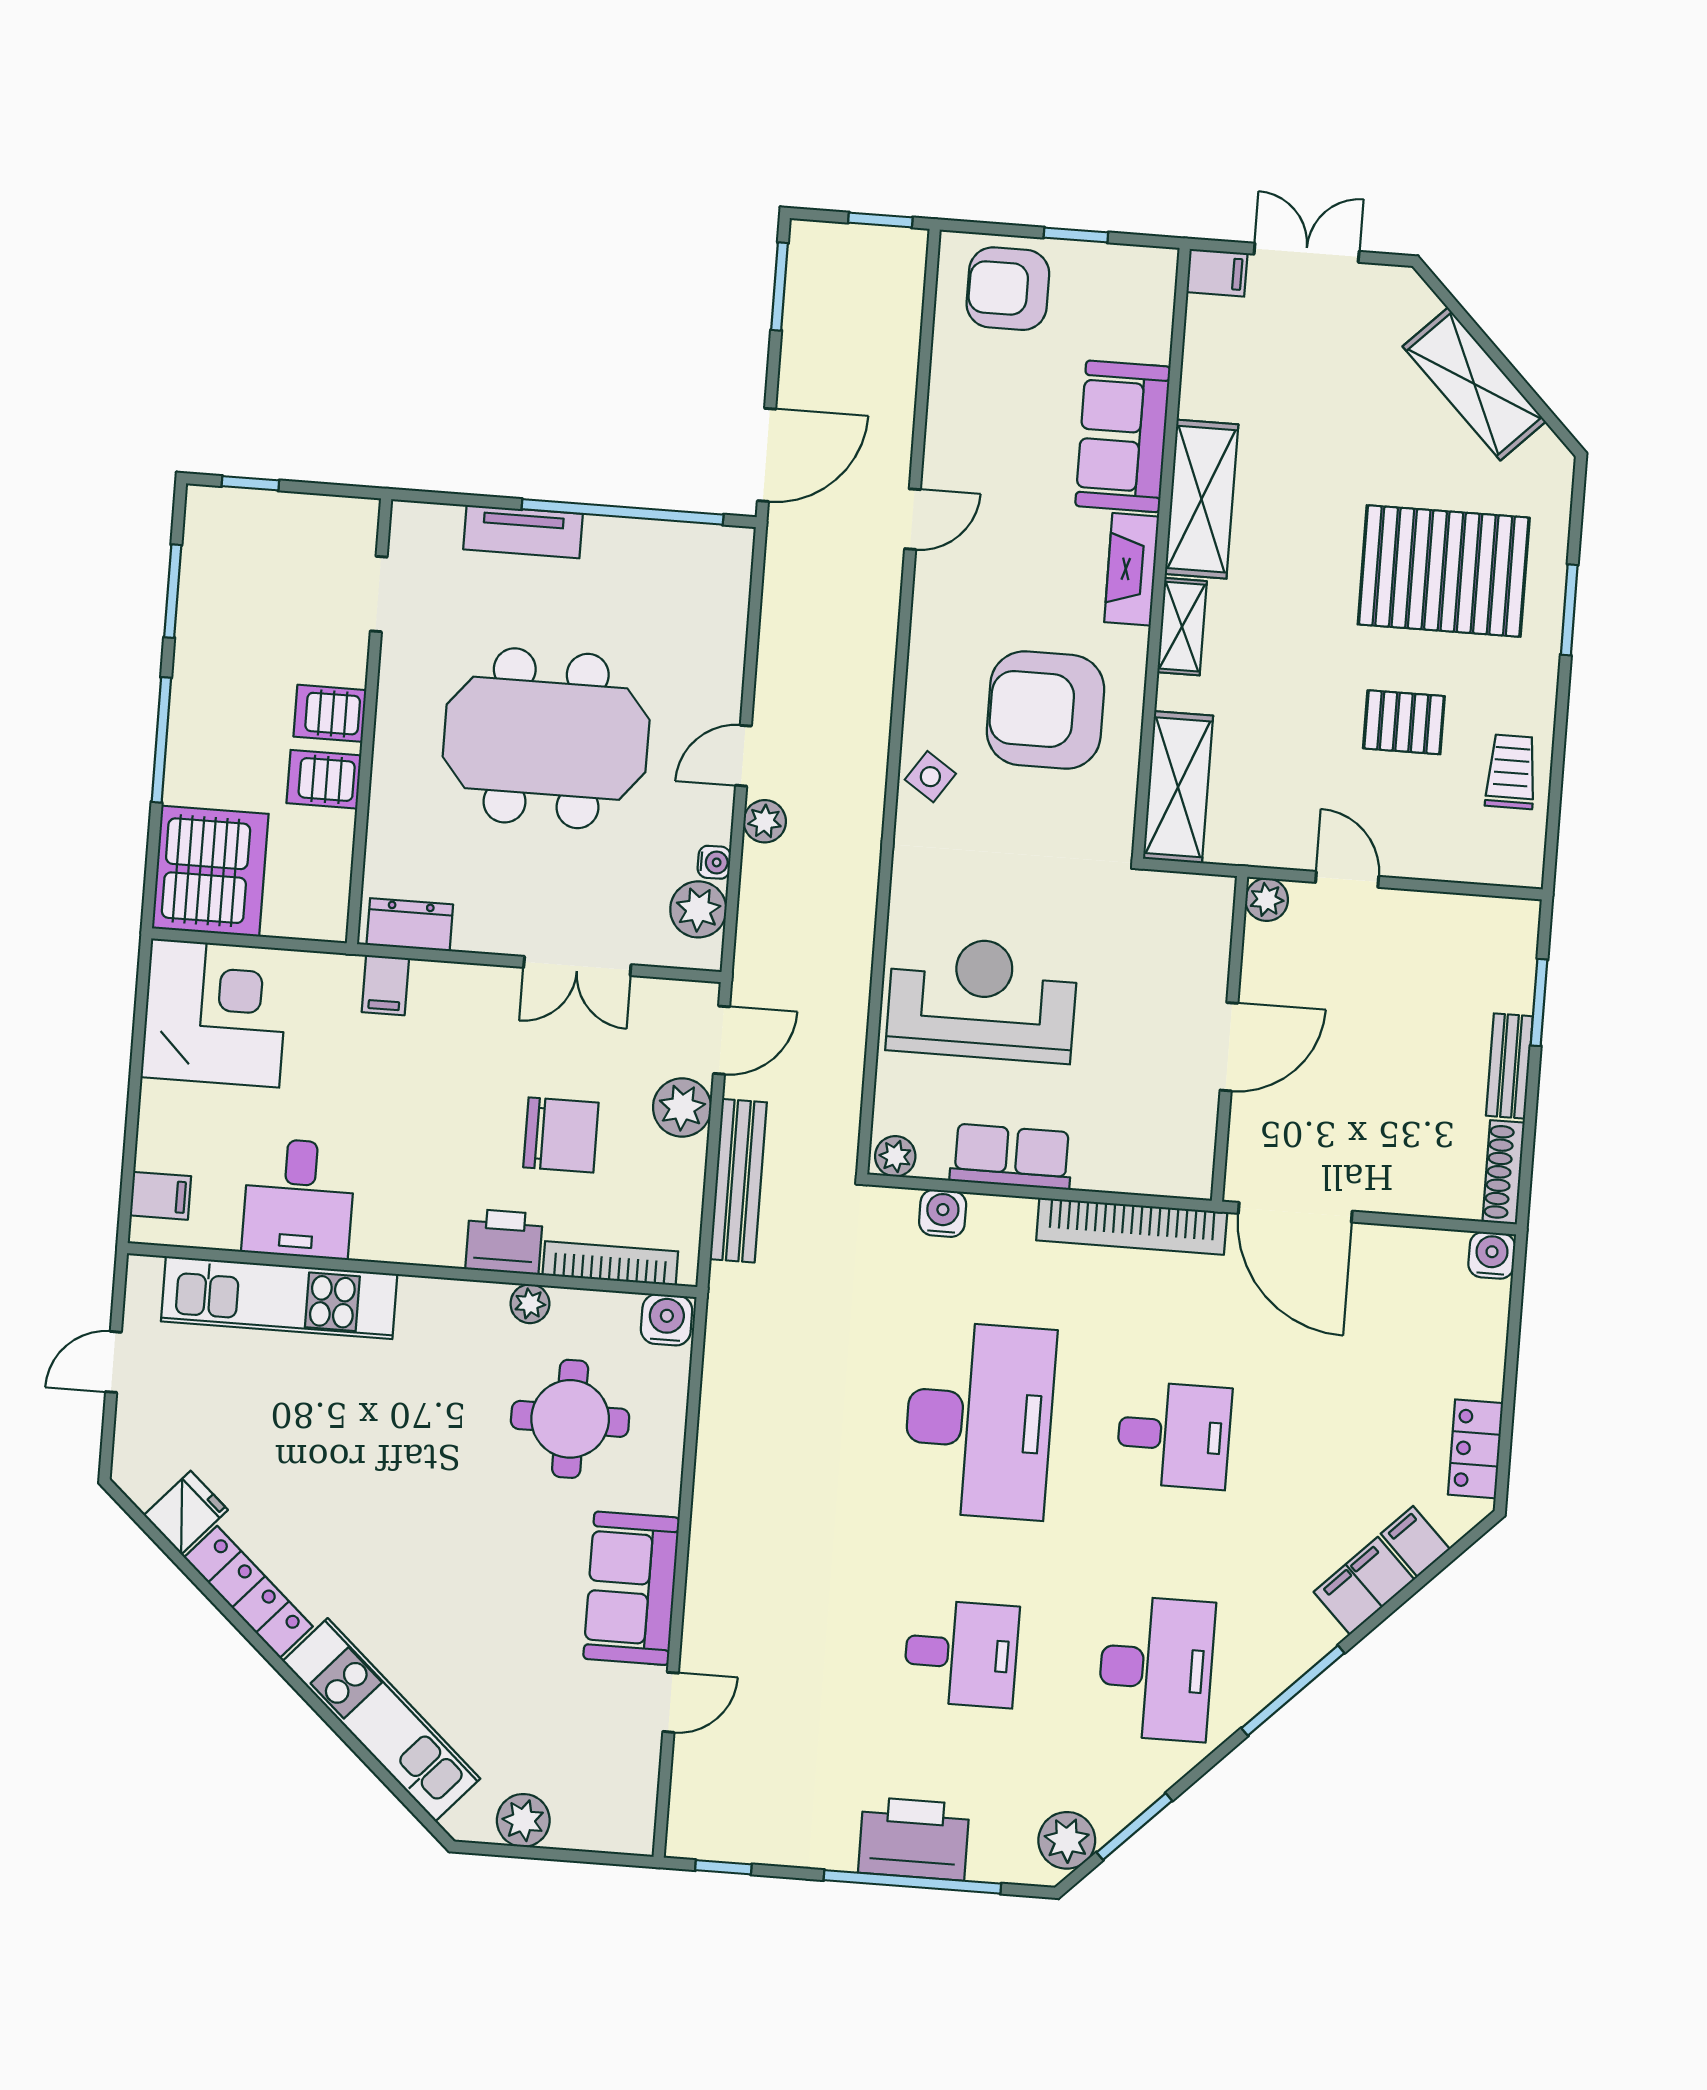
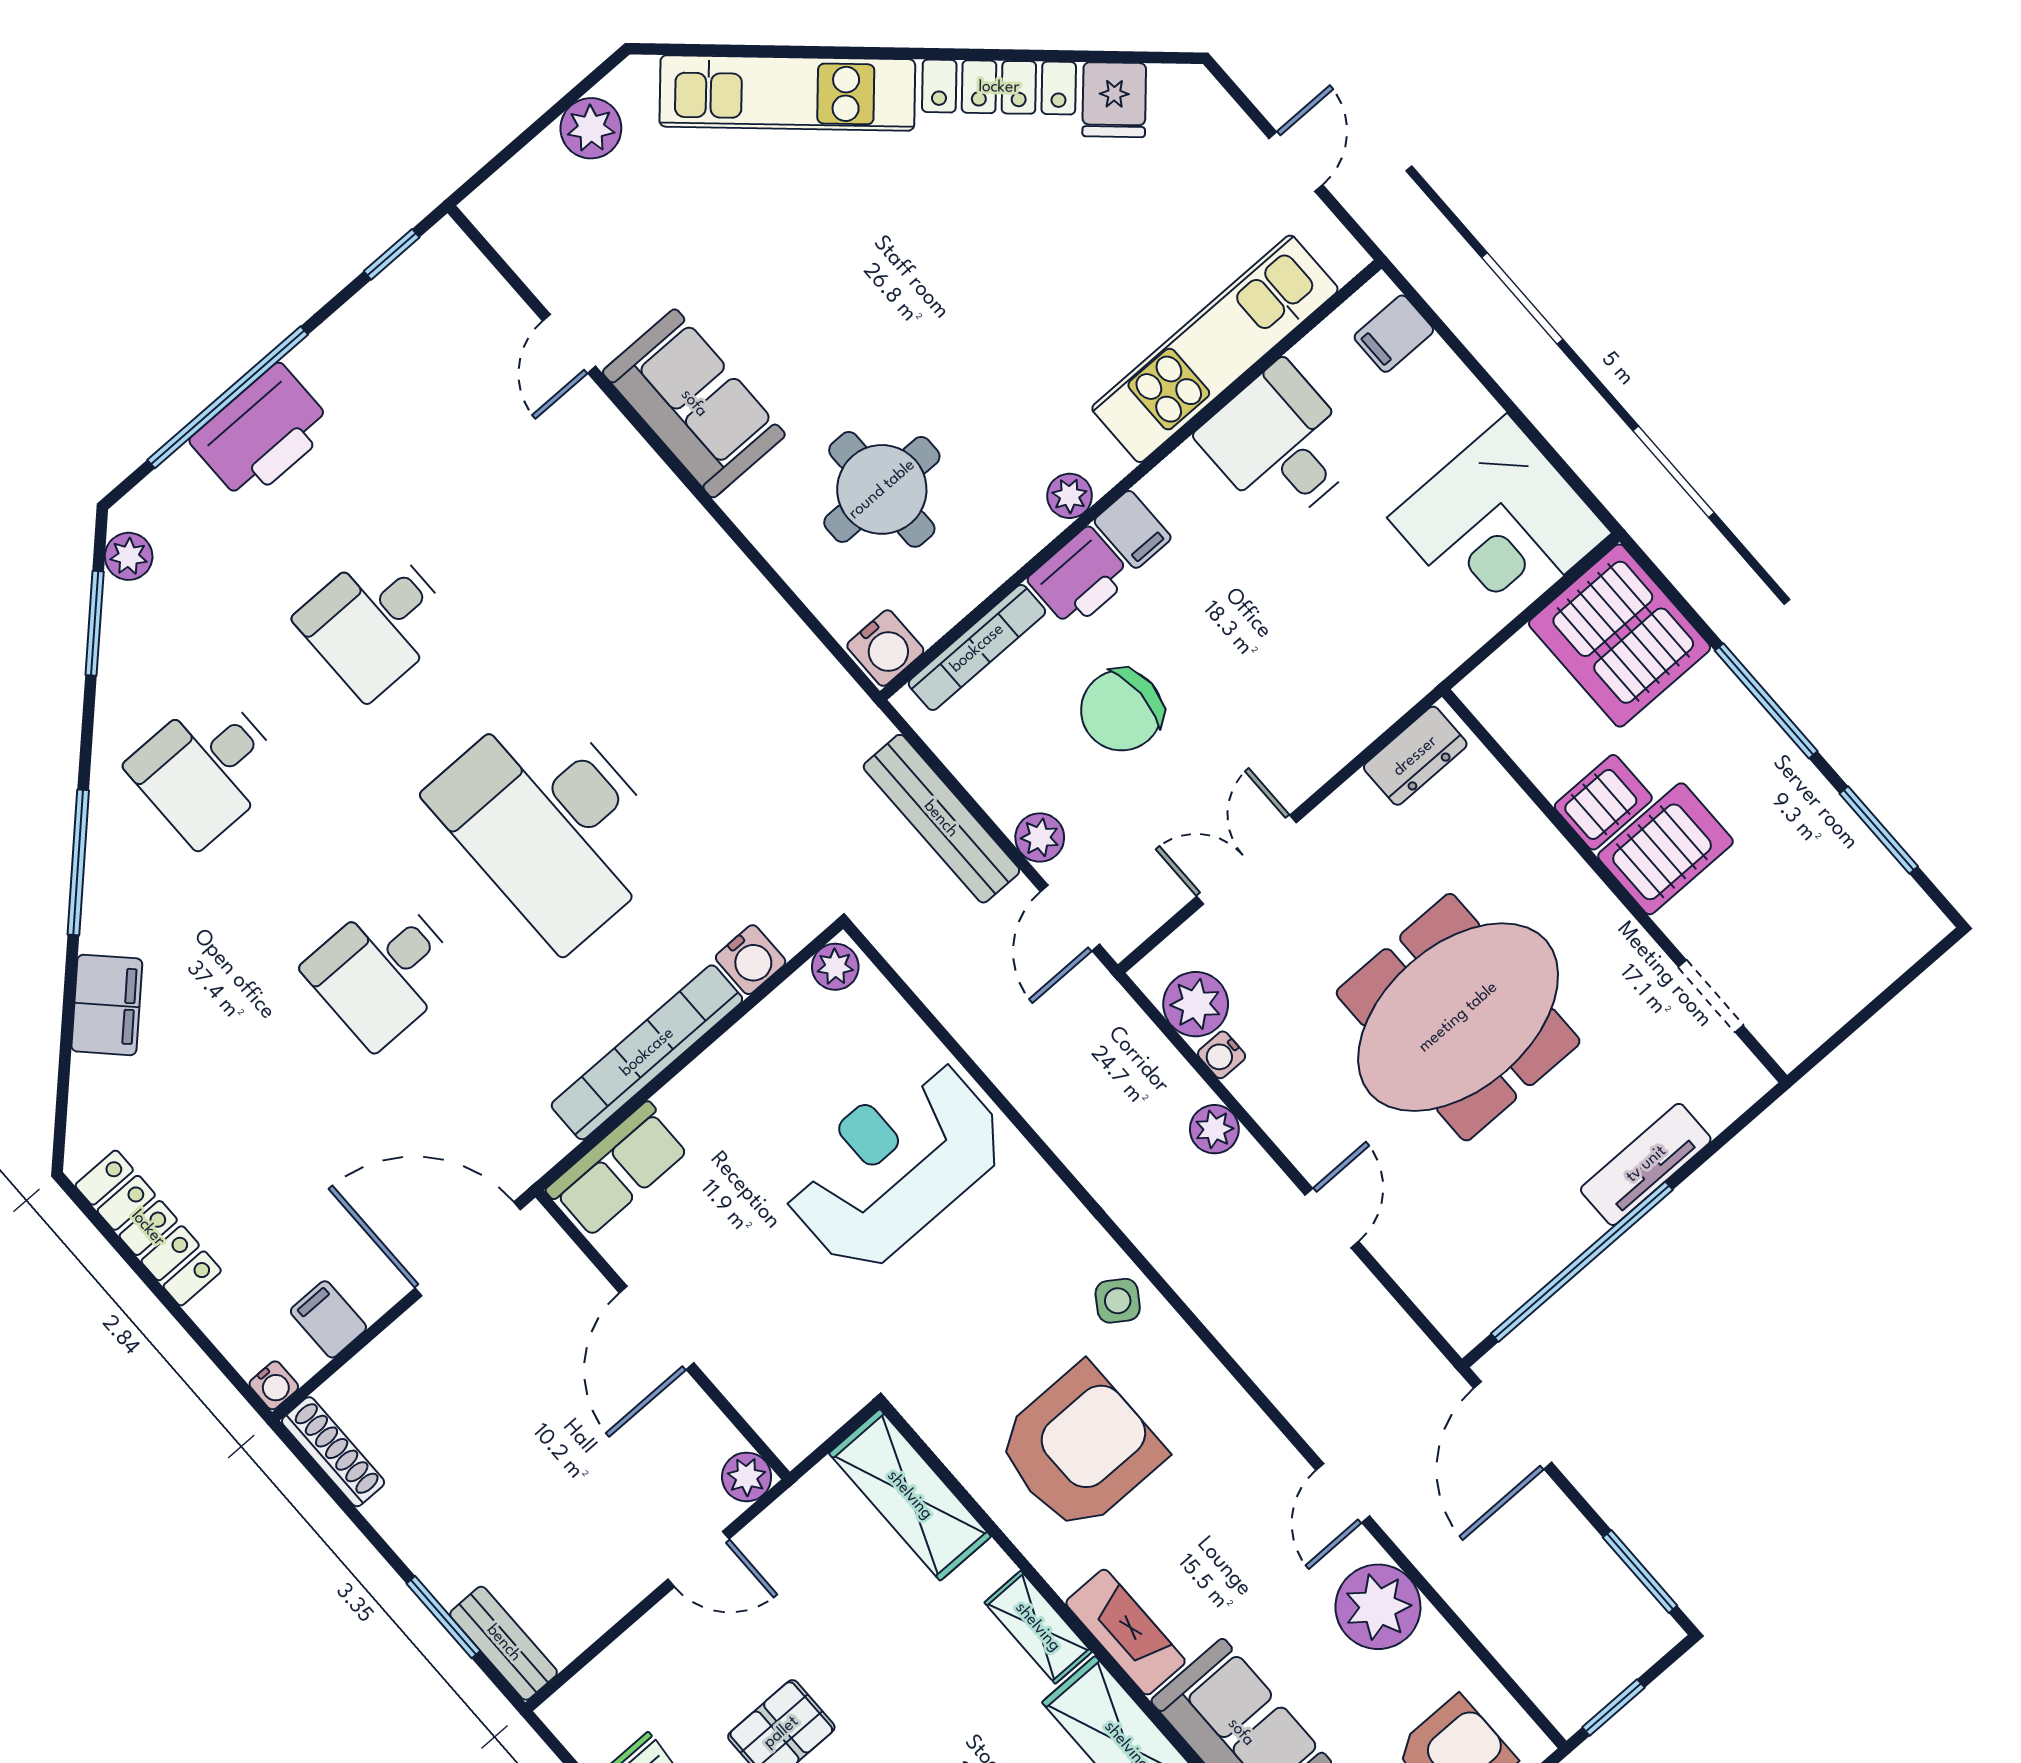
plant: (962, 428) -> (1378, 1607), added
window: (250, 483) -> (1905, 980), removed
server rack: (330, 713) -> (1665, 849), width x1.36, depth x1.44
door: (743, 756) -> (1332, 1218), moved
filing cabinet: (385, 985) -> (1133, 529), moved, turned 180
reception desk: (982, 999) -> (894, 1164), turned 180
bench: (1509, 1066) -> (504, 1643), moved
plant: (682, 1107) -> (1040, 838), width x0.73, depth x0.73
row of seats: (1011, 1157) -> (618, 1170), moved
bookcase: (1132, 1226) -> (647, 1052), moved
water cooler: (1492, 1255) -> (274, 1385), width x0.72, depth x0.72
plant: (530, 1304) -> (1070, 496), moved
locker: (1475, 1449) -> (148, 1228), width x1.53
filing cabinet: (1415, 1541) -> (328, 1319), moved, turned -135
desk: (1156, 1668) -> (207, 768), width x0.73
plant: (1067, 1840) -> (129, 556), width x0.73, depth x0.73

